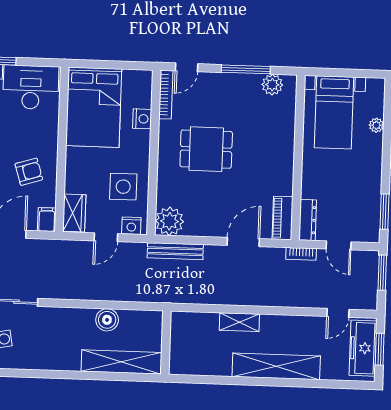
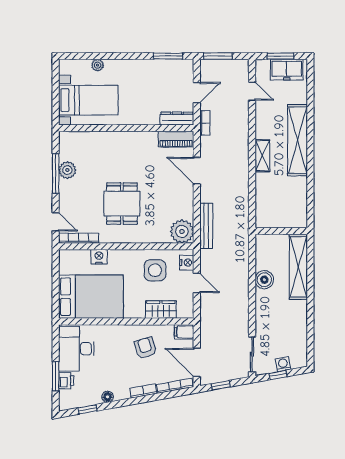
plant: (272, 85) -> (67, 170), moved
wardrobe: (74, 213) -> (161, 310), moved
shelving: (239, 322) -> (262, 156), moved
freezer: (363, 348) -> (287, 70), width x0.71

